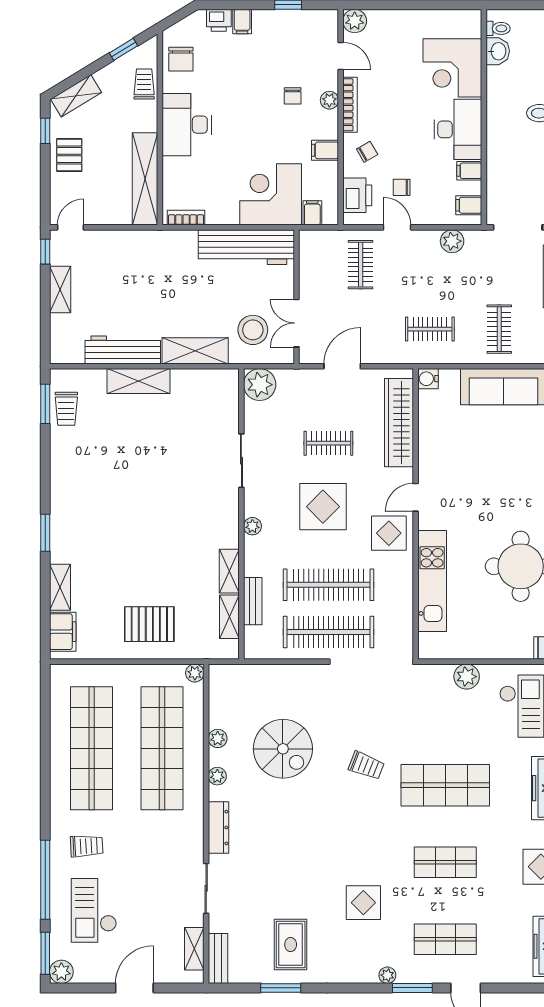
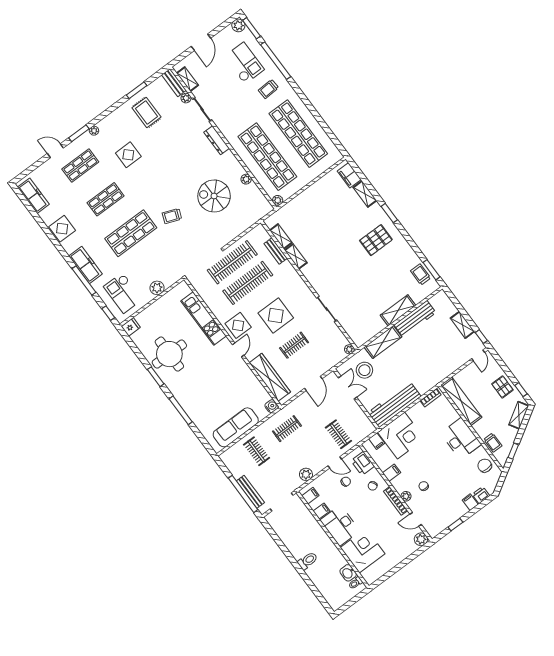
plant: (260, 385) -> (349, 349), width x0.53, depth x0.53
plant: (252, 526) -> (300, 284), removed
pallet: (149, 624) -> (376, 240), moved
plant: (217, 776) -> (186, 98), moved

